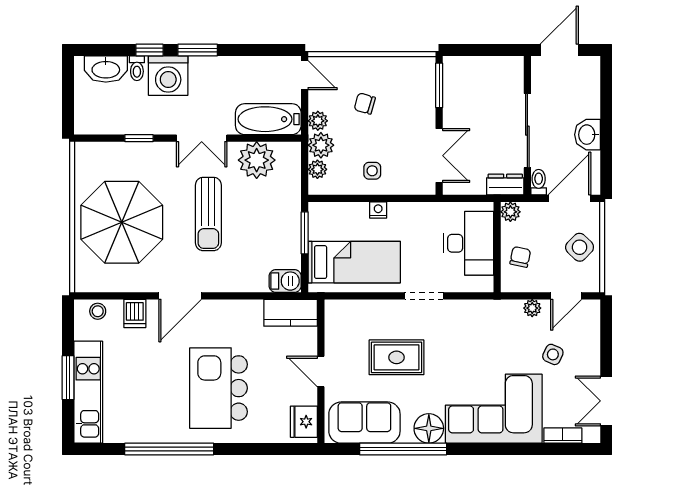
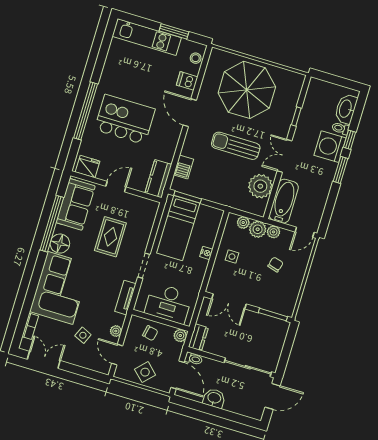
door: (559, 50) -> (272, 396), hinge flipped
sliding door: (527, 131) -> (248, 367), moved
window: (305, 233) -> (188, 197), moved
barbecue: (285, 281) -> (184, 167), moved
tv unit: (479, 309) -> (125, 298), added
window: (68, 378) -> (174, 31), moved
window: (169, 449) -> (86, 111), moved

